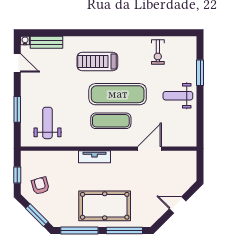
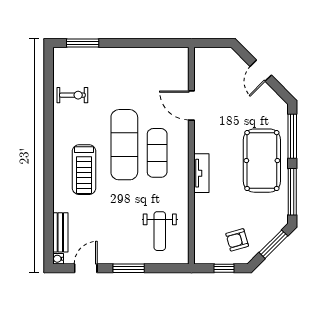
window: (200, 73) -> (83, 43), moved
weight bench: (178, 96) -> (126, 70), removed
window: (17, 109) -> (129, 268), moved
weight bench: (47, 123) -> (160, 231), turned -90

